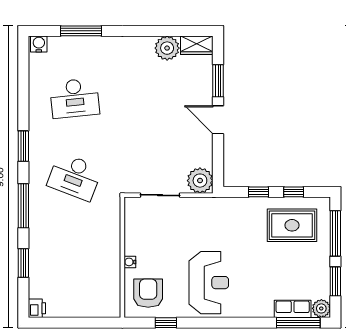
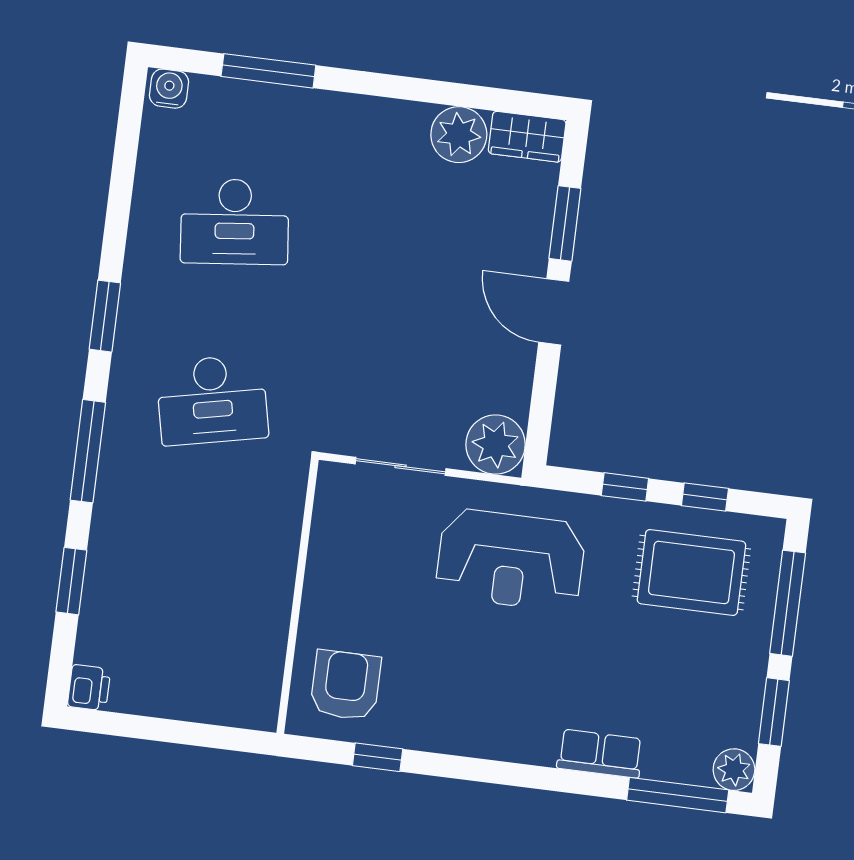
desk: (75, 177) -> (212, 400), turned -33
water cooler: (130, 262) -> (313, 609), removed
reception desk: (209, 283) -> (511, 560), moved, turned 90
row of seats: (293, 309) -> (600, 754), moved

